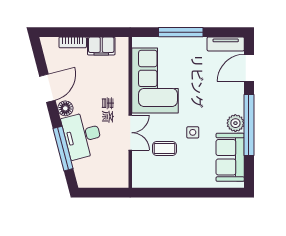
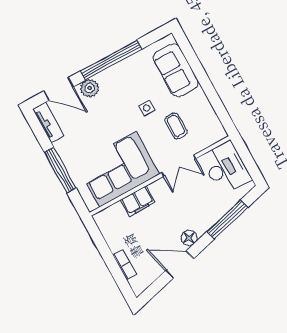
filing cabinet: (101, 46) -> (138, 201), moved, turned 90
plant: (235, 123) -> (90, 88), moved
double door: (130, 133) -> (179, 166), swing flipped
desk: (82, 135) -> (226, 168), moved, turned -75
sofa: (230, 157) -> (176, 70), moved, turned 90

